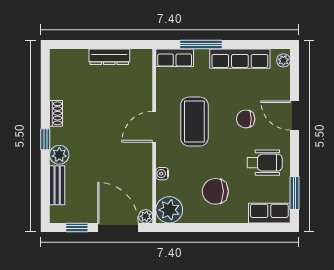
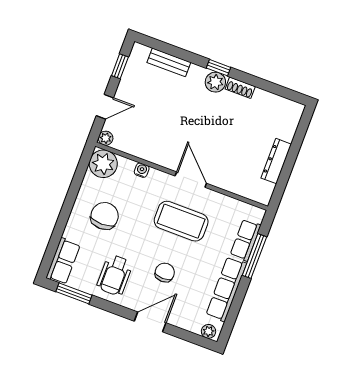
row of seats: (175, 58) -> (246, 240), moved
plant: (59, 155) -> (215, 82), moved
door: (118, 227) -> (105, 107), width x0.53

